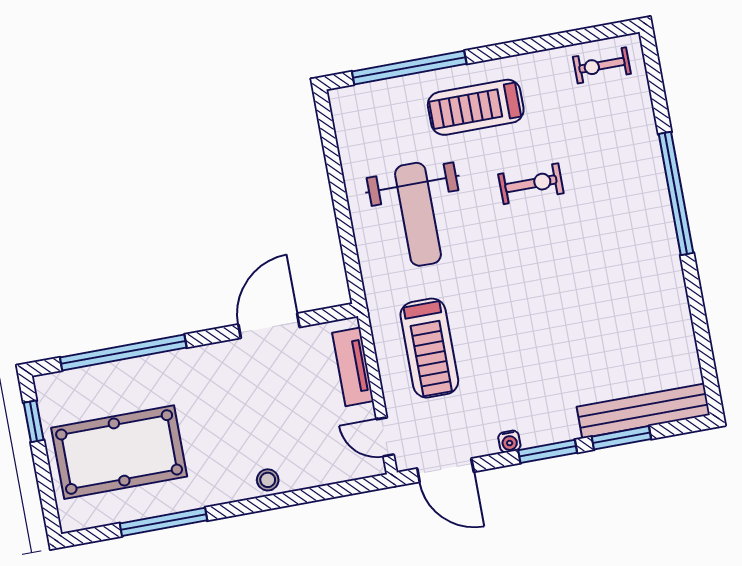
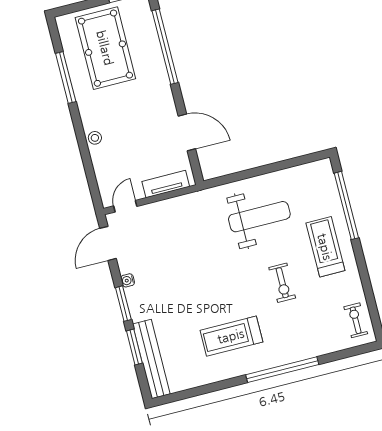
weight bench: (418, 214) -> (259, 217), turned 180
treadmill: (429, 348) -> (231, 336), moved

